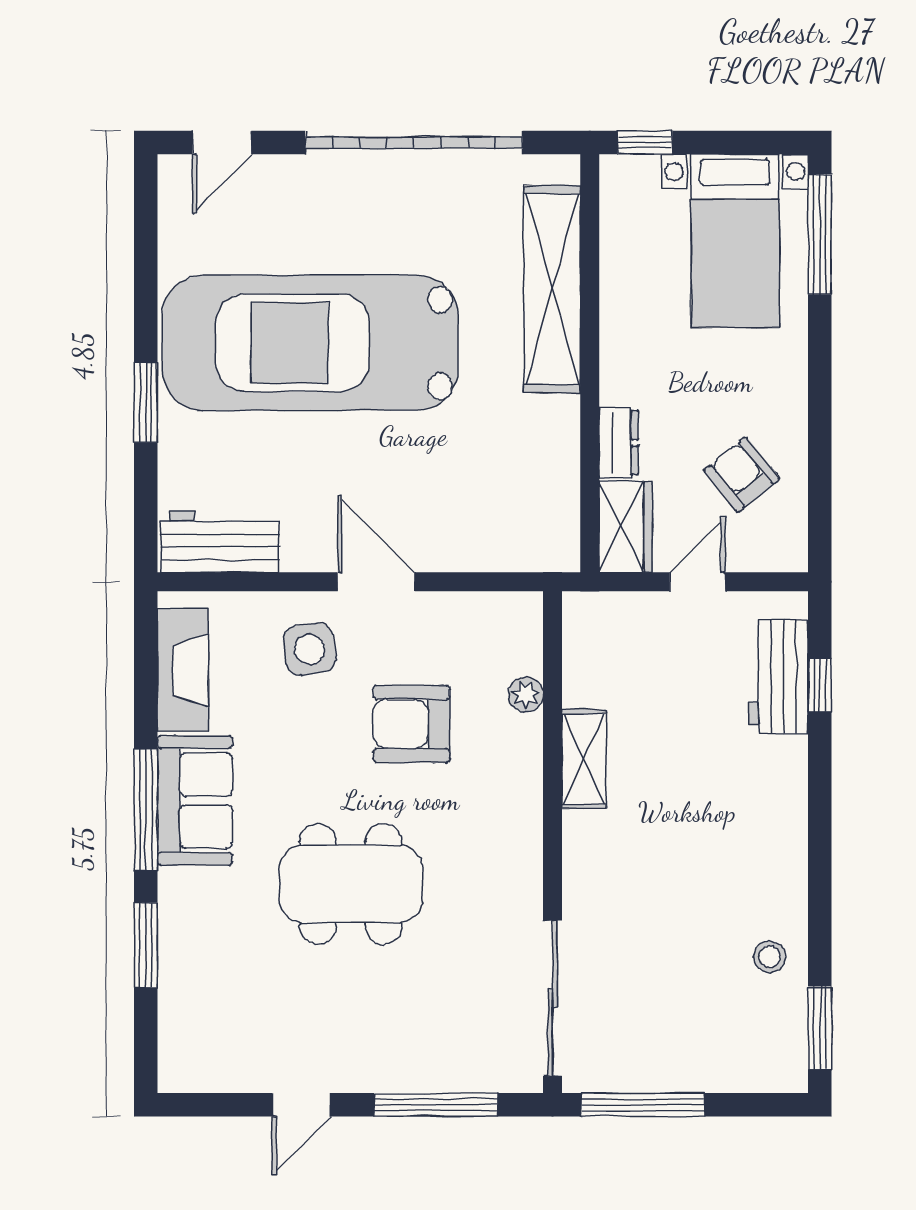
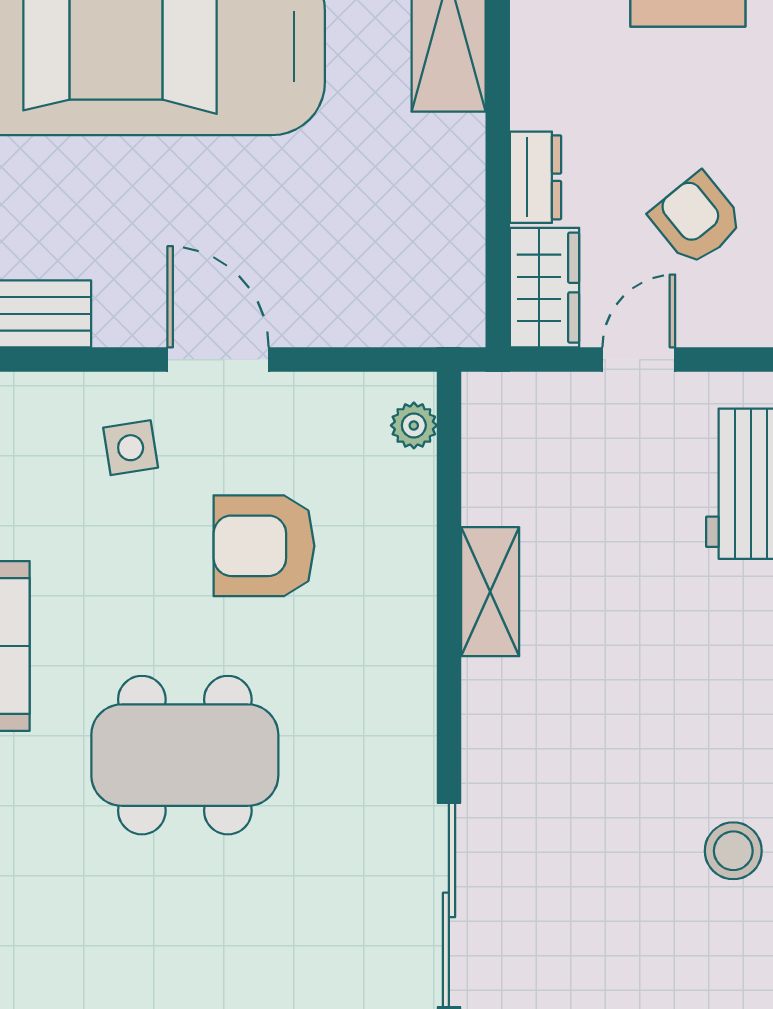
side table: (309, 649) -> (131, 448), width x0.73, depth x0.73
plant: (526, 694) -> (414, 425), moved
stool: (770, 957) -> (733, 851), width x1.37, depth x1.37

